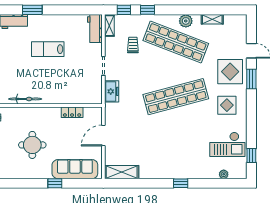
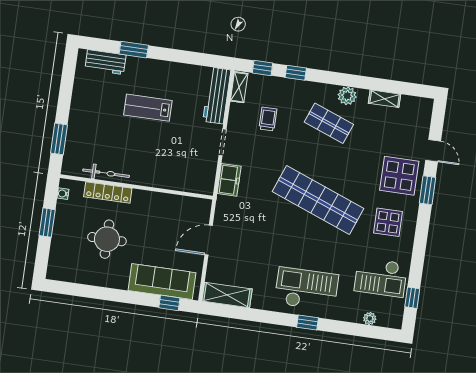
workbench: (95, 28) -> (217, 96), width x1.37
shop shelf: (176, 42) -> (329, 123), width x0.50, depth x0.74
shop shelf: (176, 97) -> (318, 200), turned 36
locker: (72, 112) -> (108, 193), moved, width x1.53
checkout: (177, 160) -> (306, 289), added
window: (55, 183) -> (169, 303), moved

